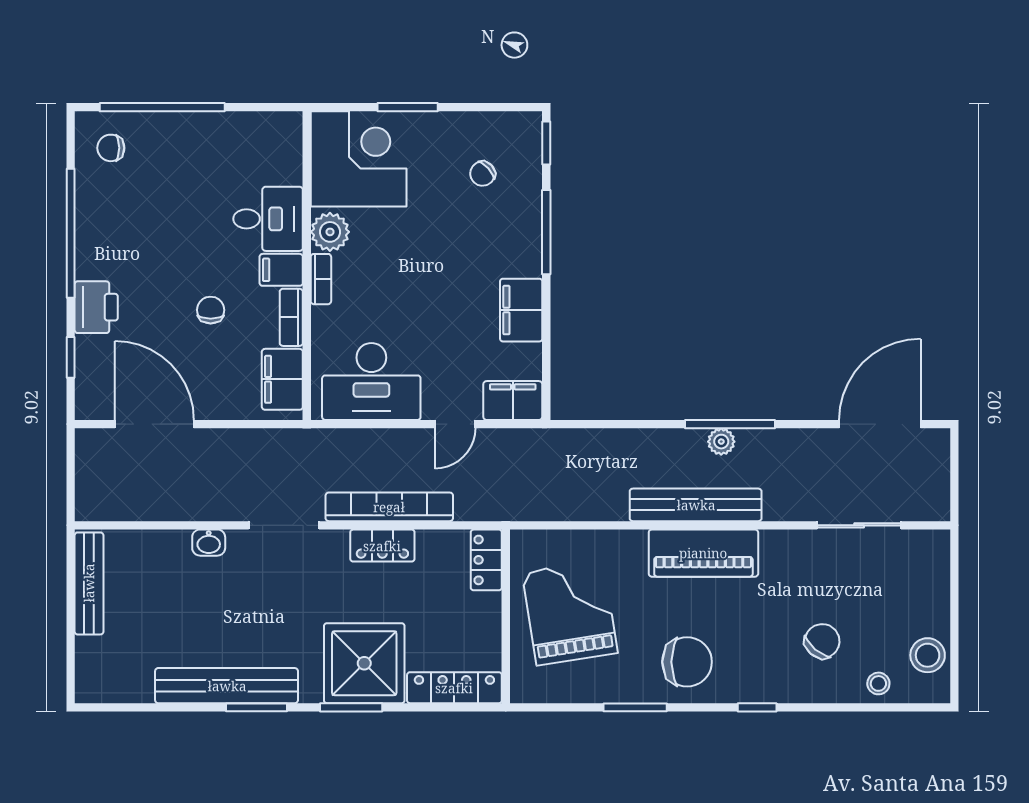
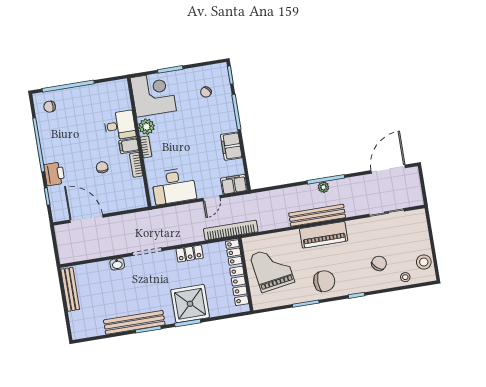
filing cabinet: (282, 379) -> (137, 191), removed
bookcase: (389, 507) -> (231, 230), moved
locker: (454, 688) -> (239, 286), moved, turned -90

